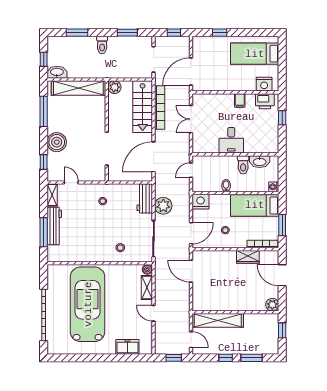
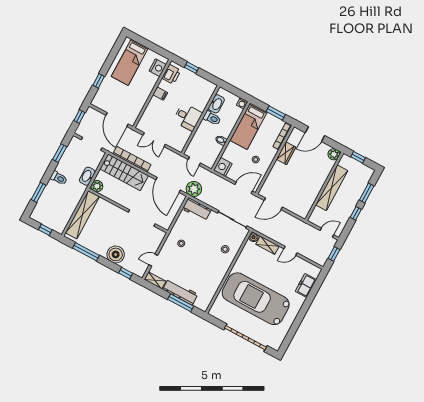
washbasin: (57, 72) -> (87, 176), moved
plant: (163, 206) -> (194, 189), moved
door: (191, 233) -> (244, 188), hinge flipped
shelving: (218, 320) -> (332, 188), moved

